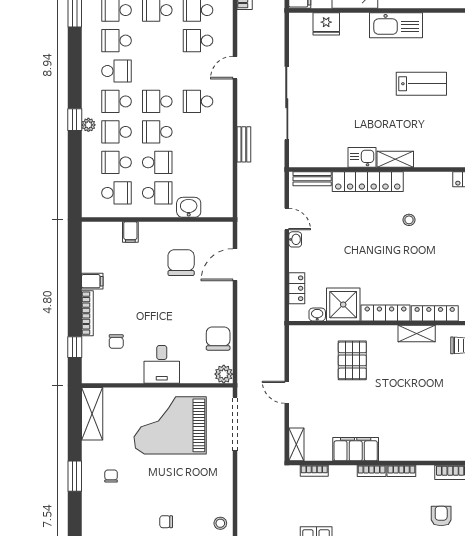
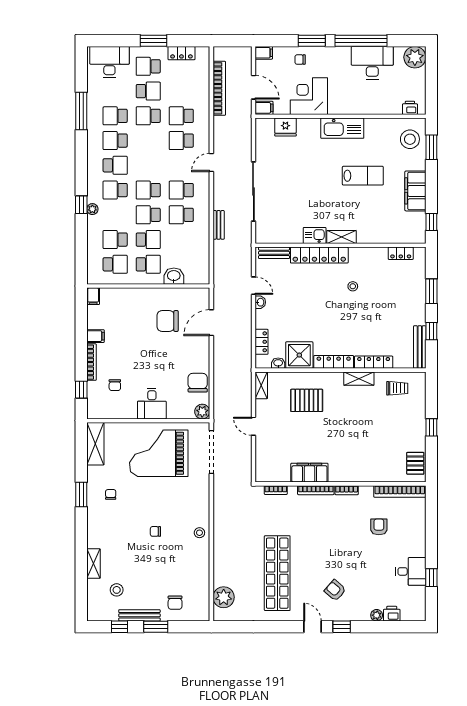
school desk: (117, 132) -> (181, 215), moved
filing cabinet: (130, 232) -> (93, 296), moved
chair: (181, 263) -> (168, 321), turned -90
pallet: (352, 360) -> (307, 400), turned 90
shelving: (296, 444) -> (261, 385), moved
bookcase: (372, 471) -> (316, 490), width x1.56

